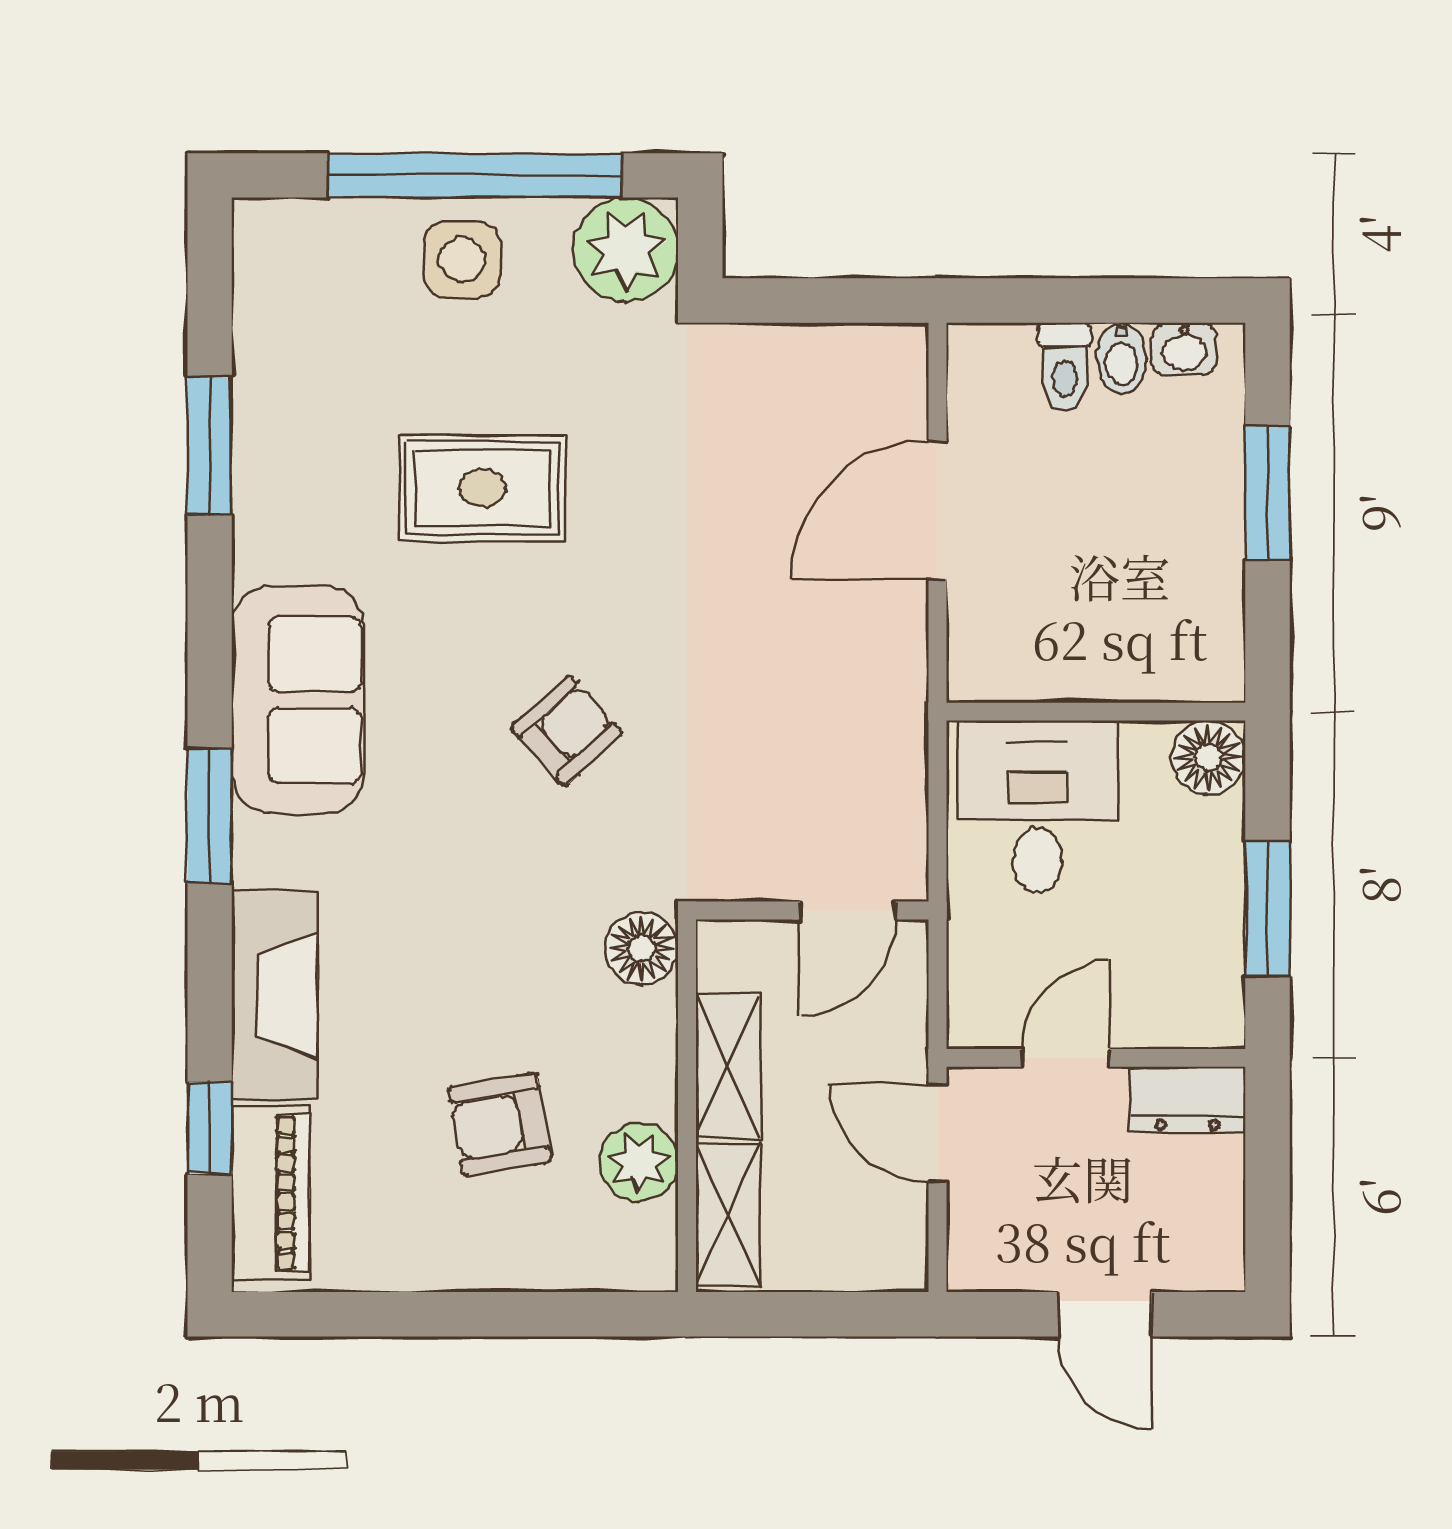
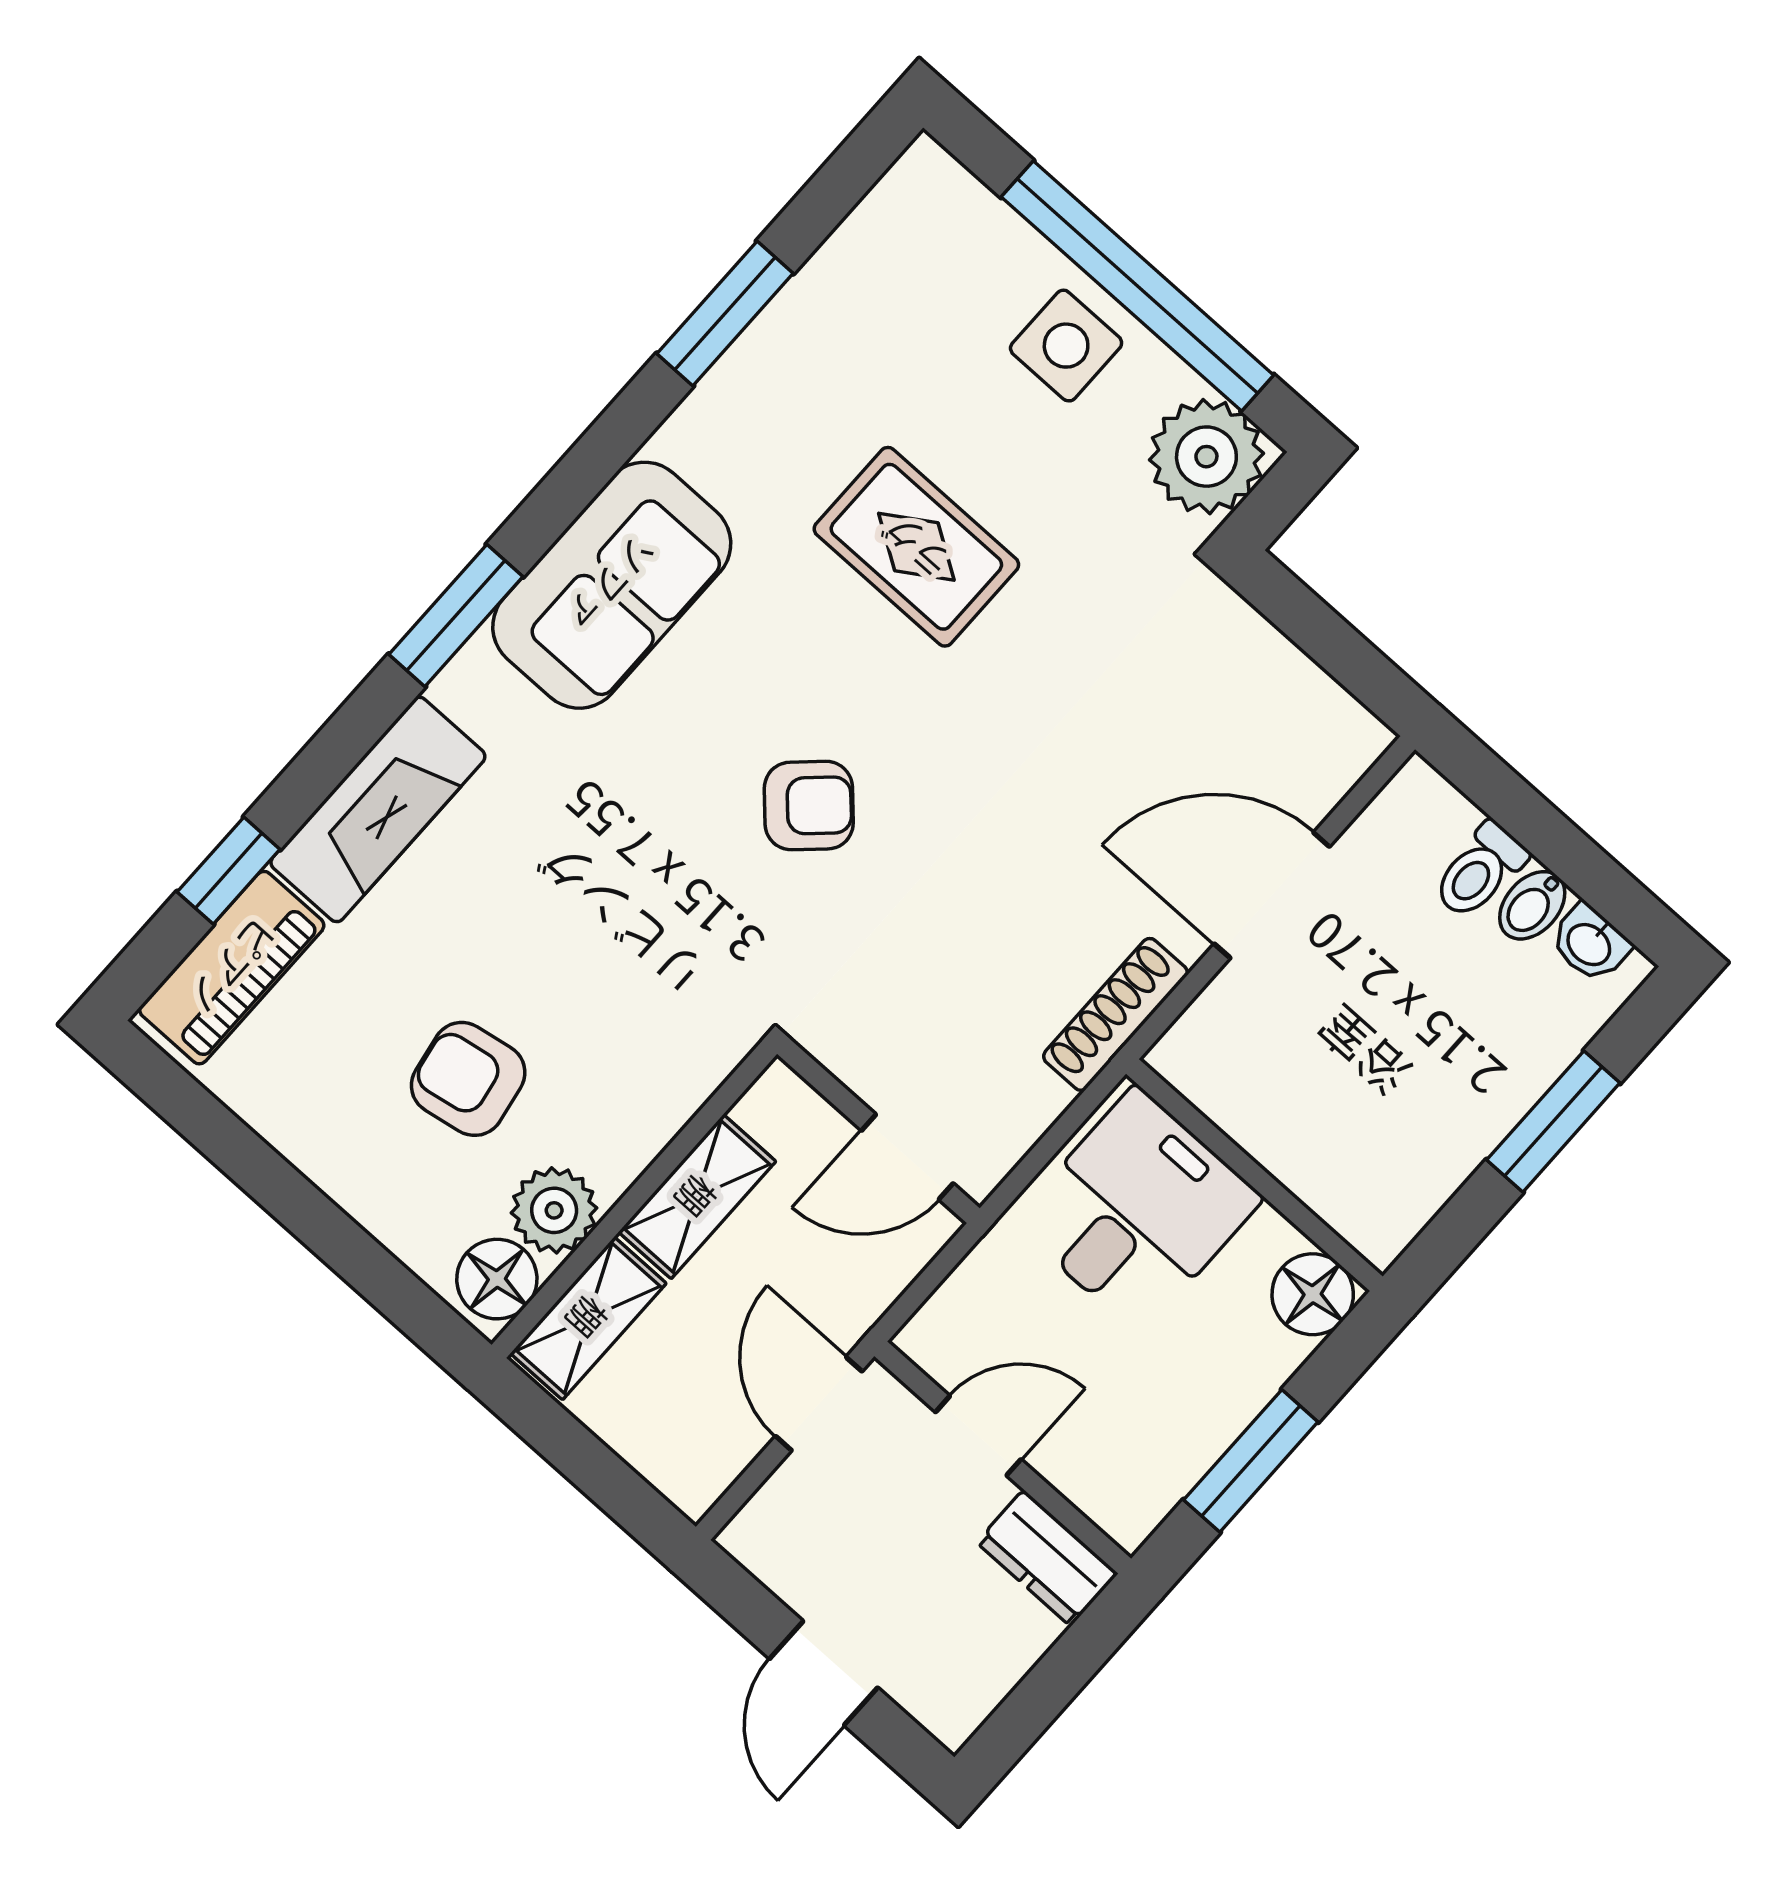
shoe rack: (903, 687) -> (1115, 1014), added
floor lamp: (642, 948) -> (497, 1279), moved

